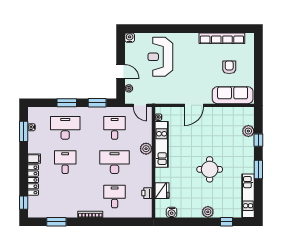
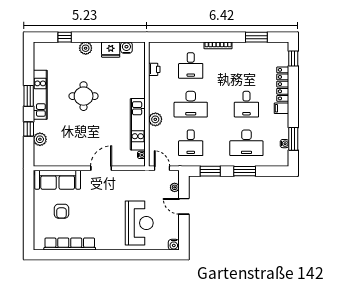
fridge: (162, 191) -> (111, 50), moved, turned -90
kitchen unit: (248, 196) -> (40, 95), moved

